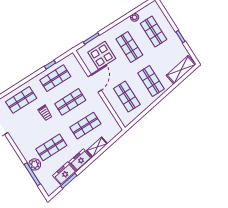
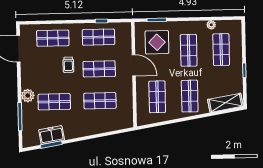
door: (95, 83) -> (134, 65), hinge flipped
shelving: (97, 147) -> (99, 128), removed
freezer: (80, 160) -> (75, 131), removed
plant: (35, 164) -> (28, 96), moved

